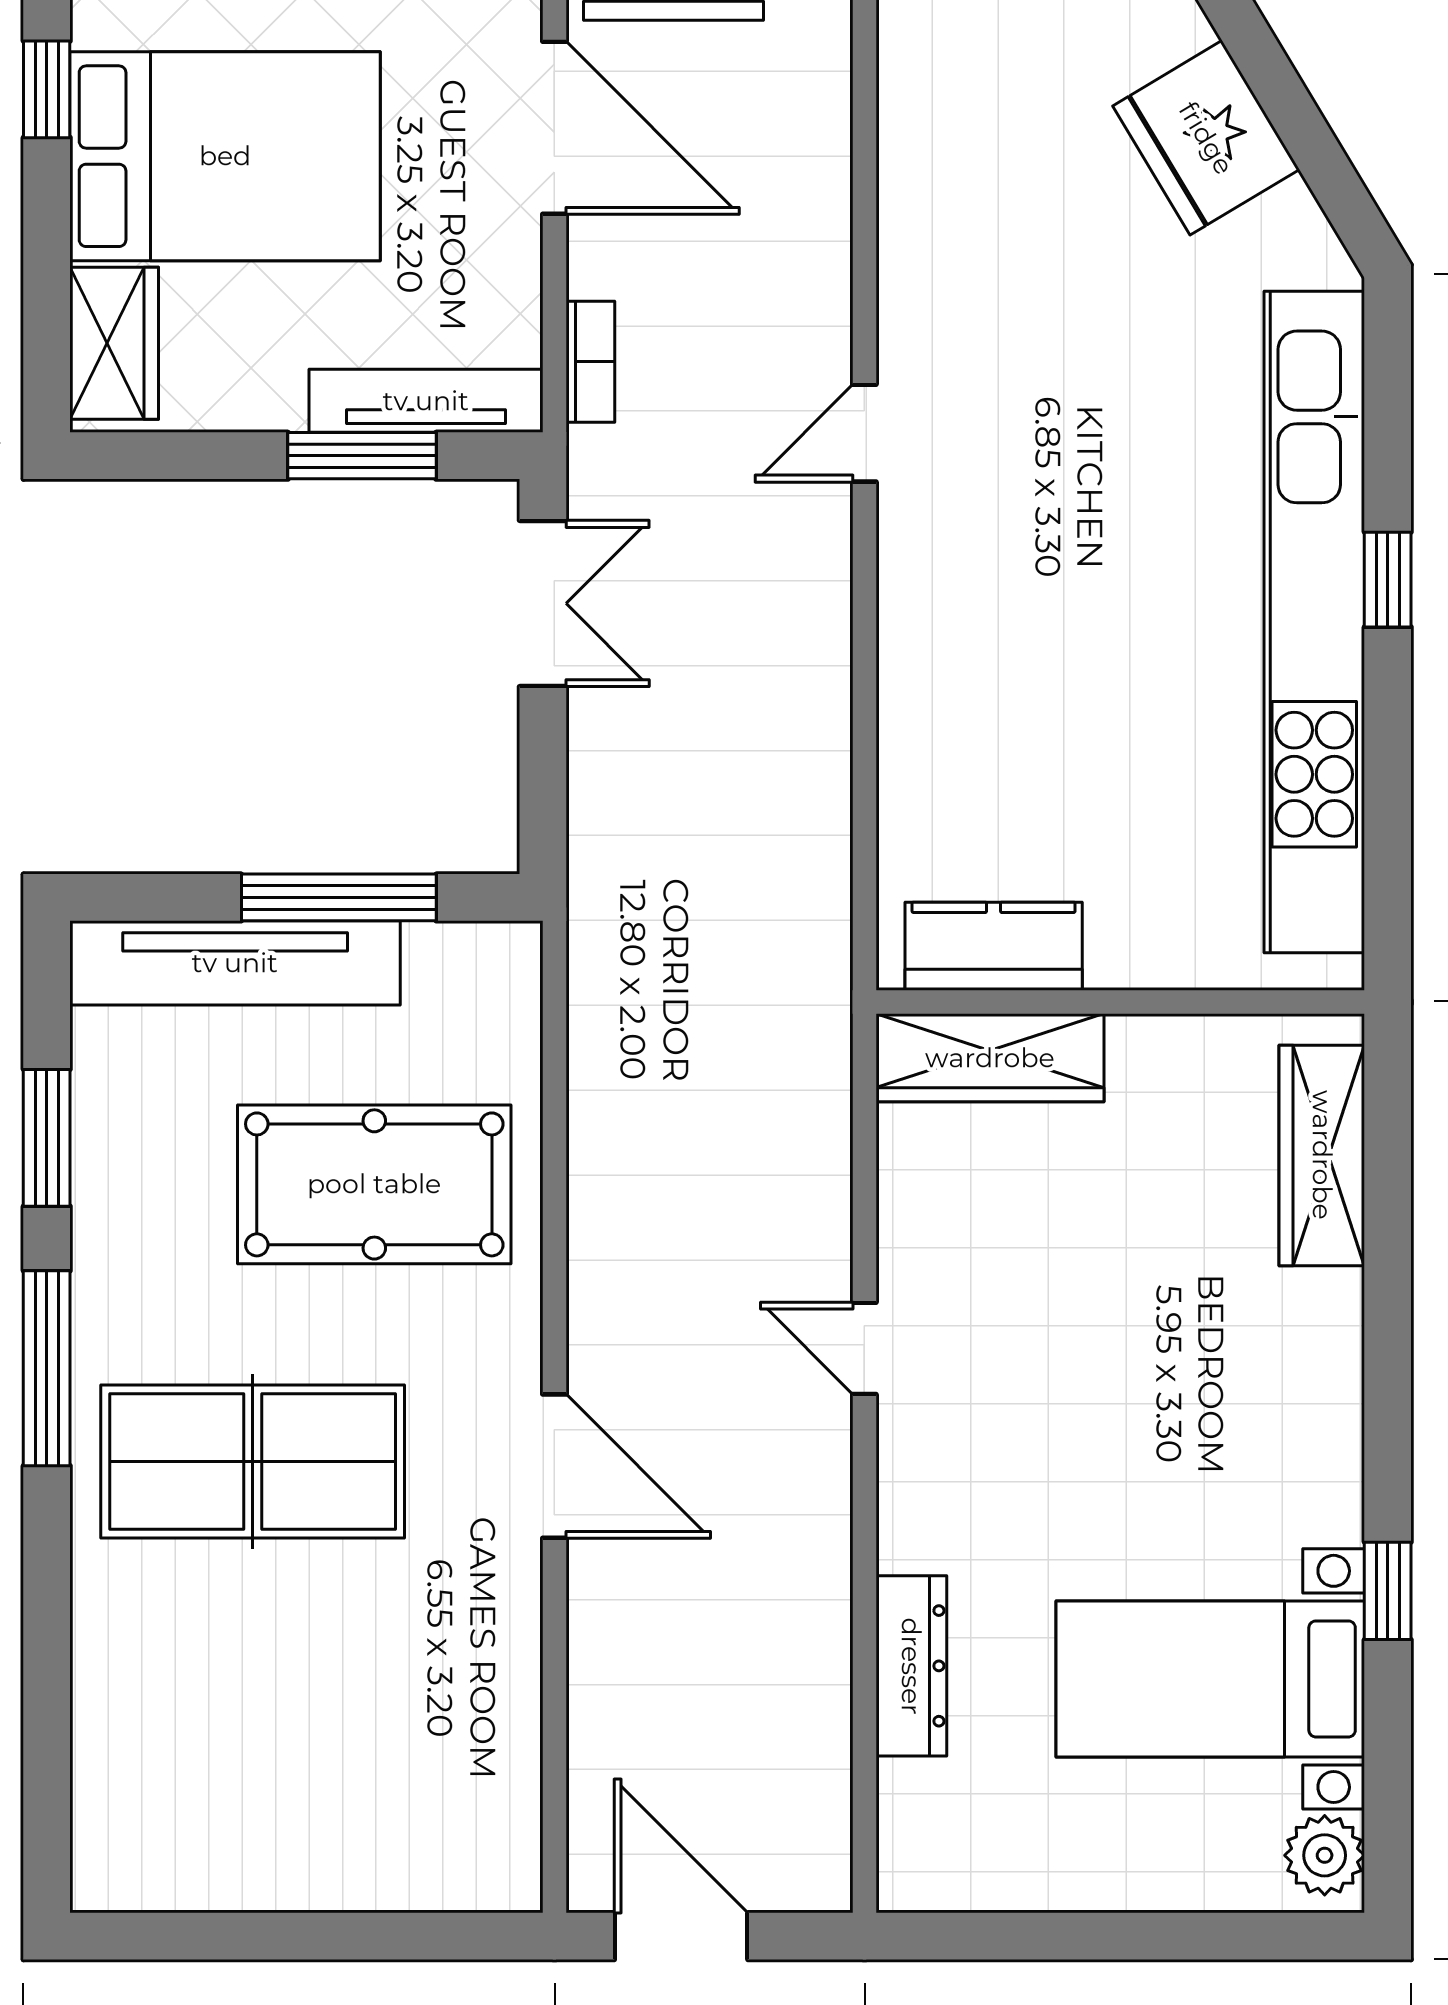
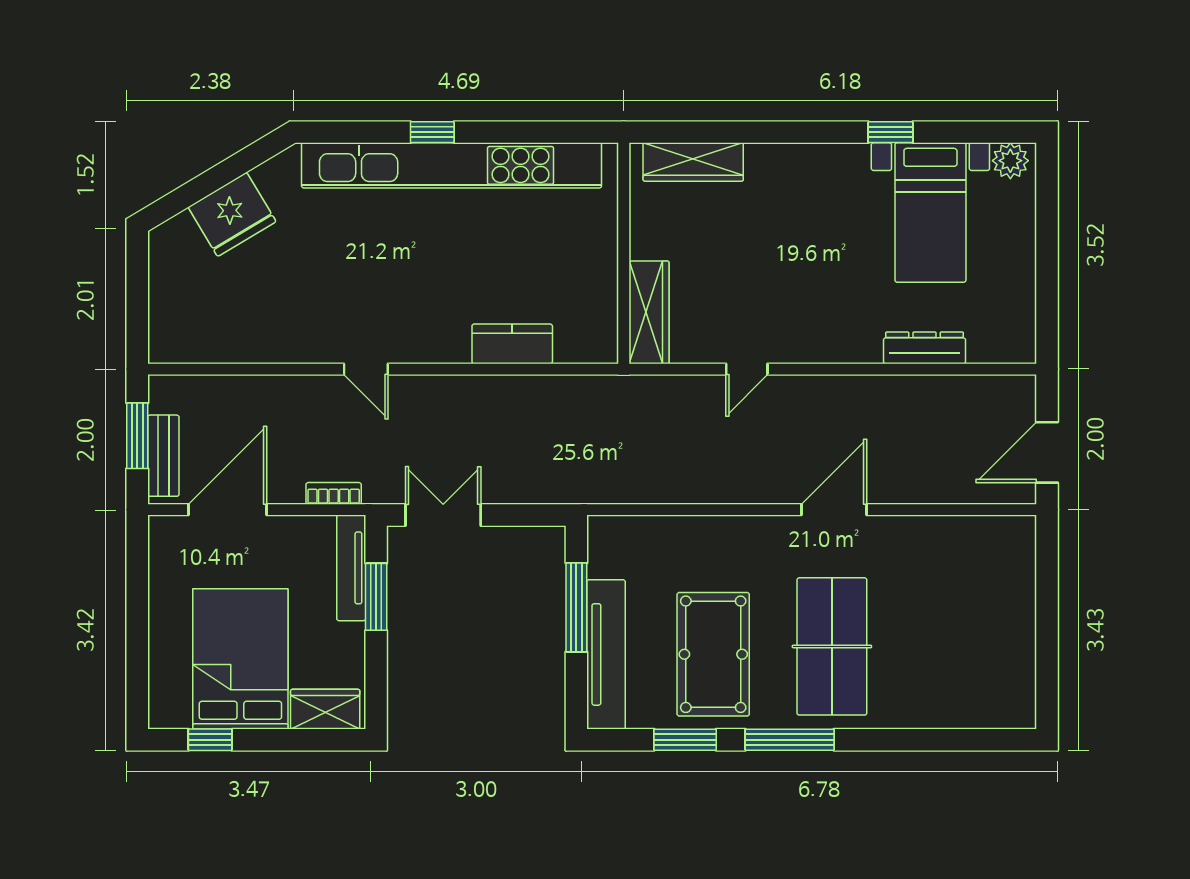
kitchen counter: (994, 946) -> (512, 344), moved, turned 90
pool table: (374, 1184) -> (713, 654), moved
door: (864, 1348) -> (747, 369), moved

